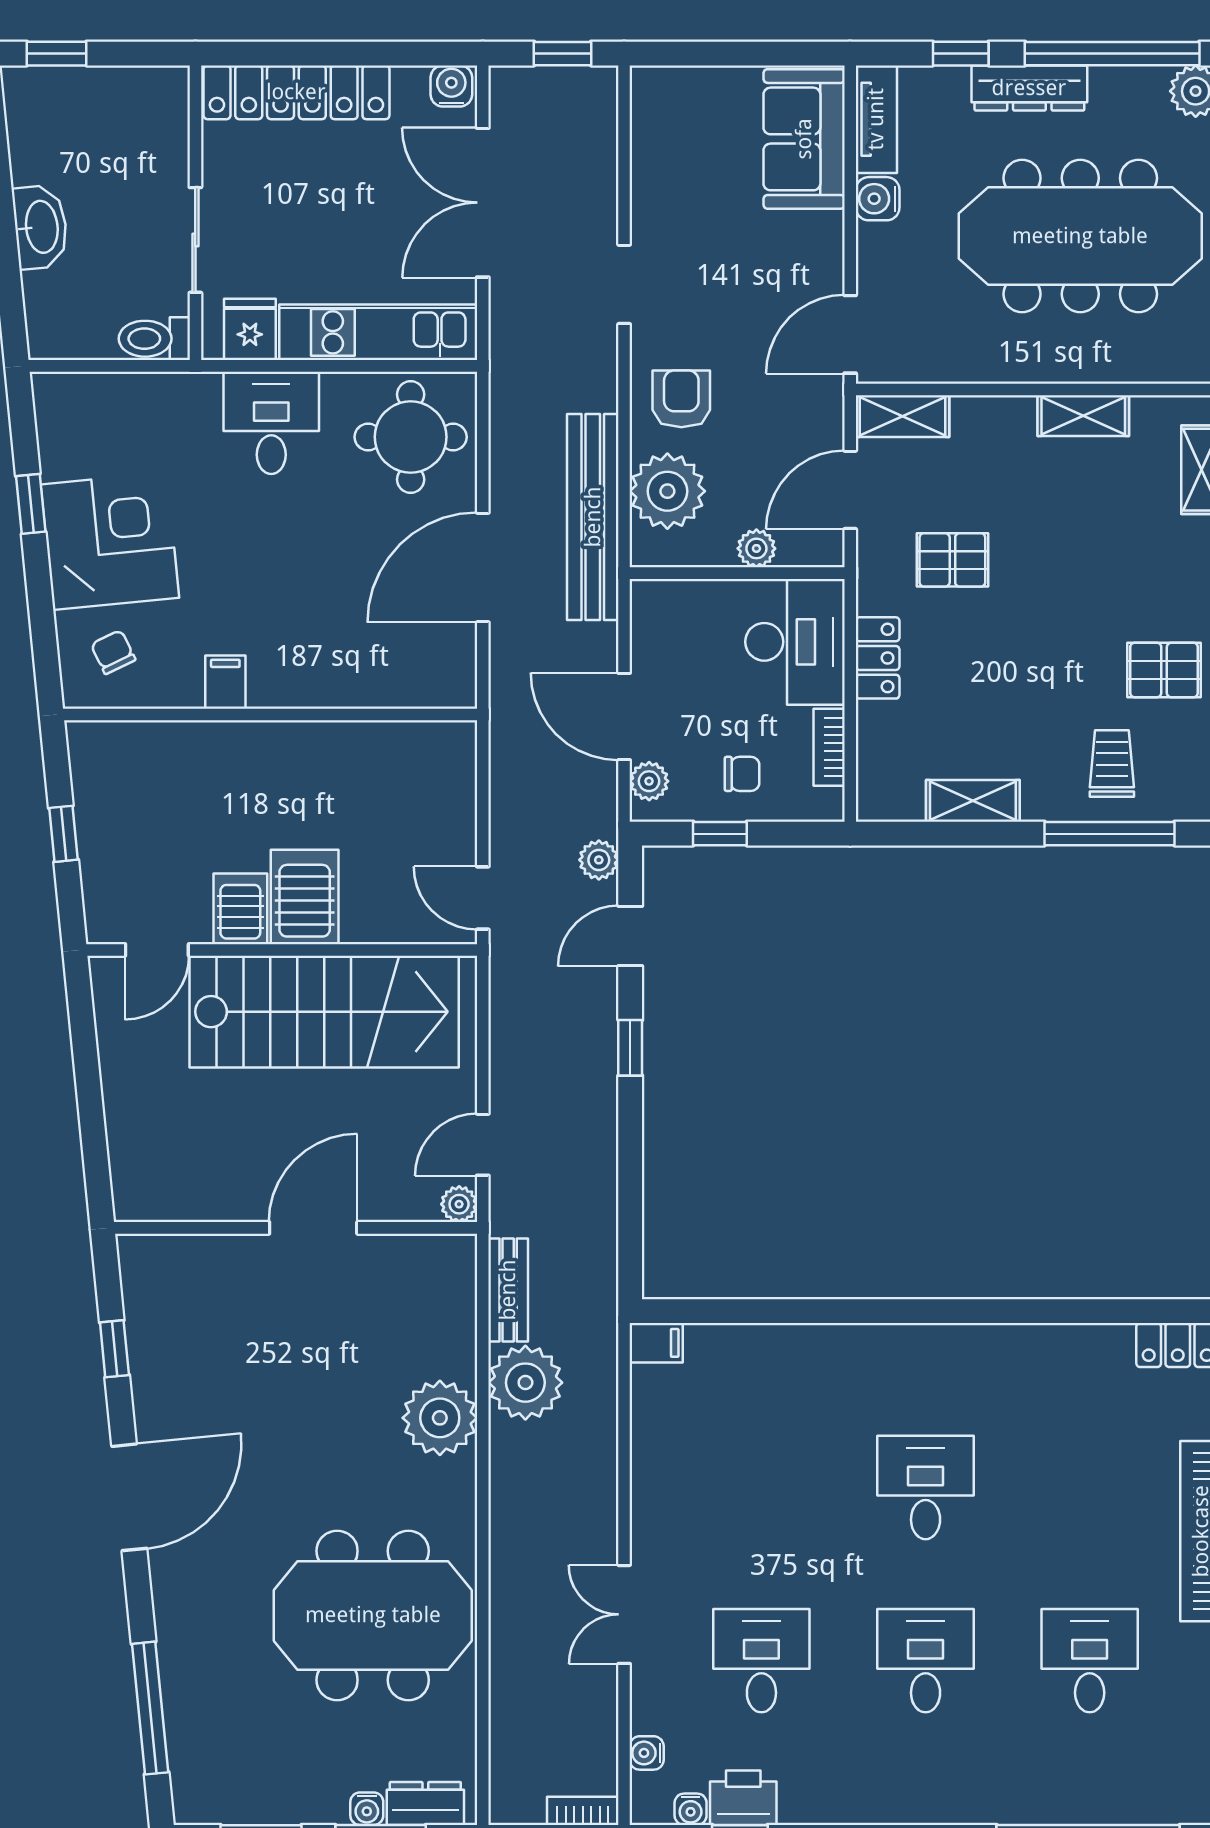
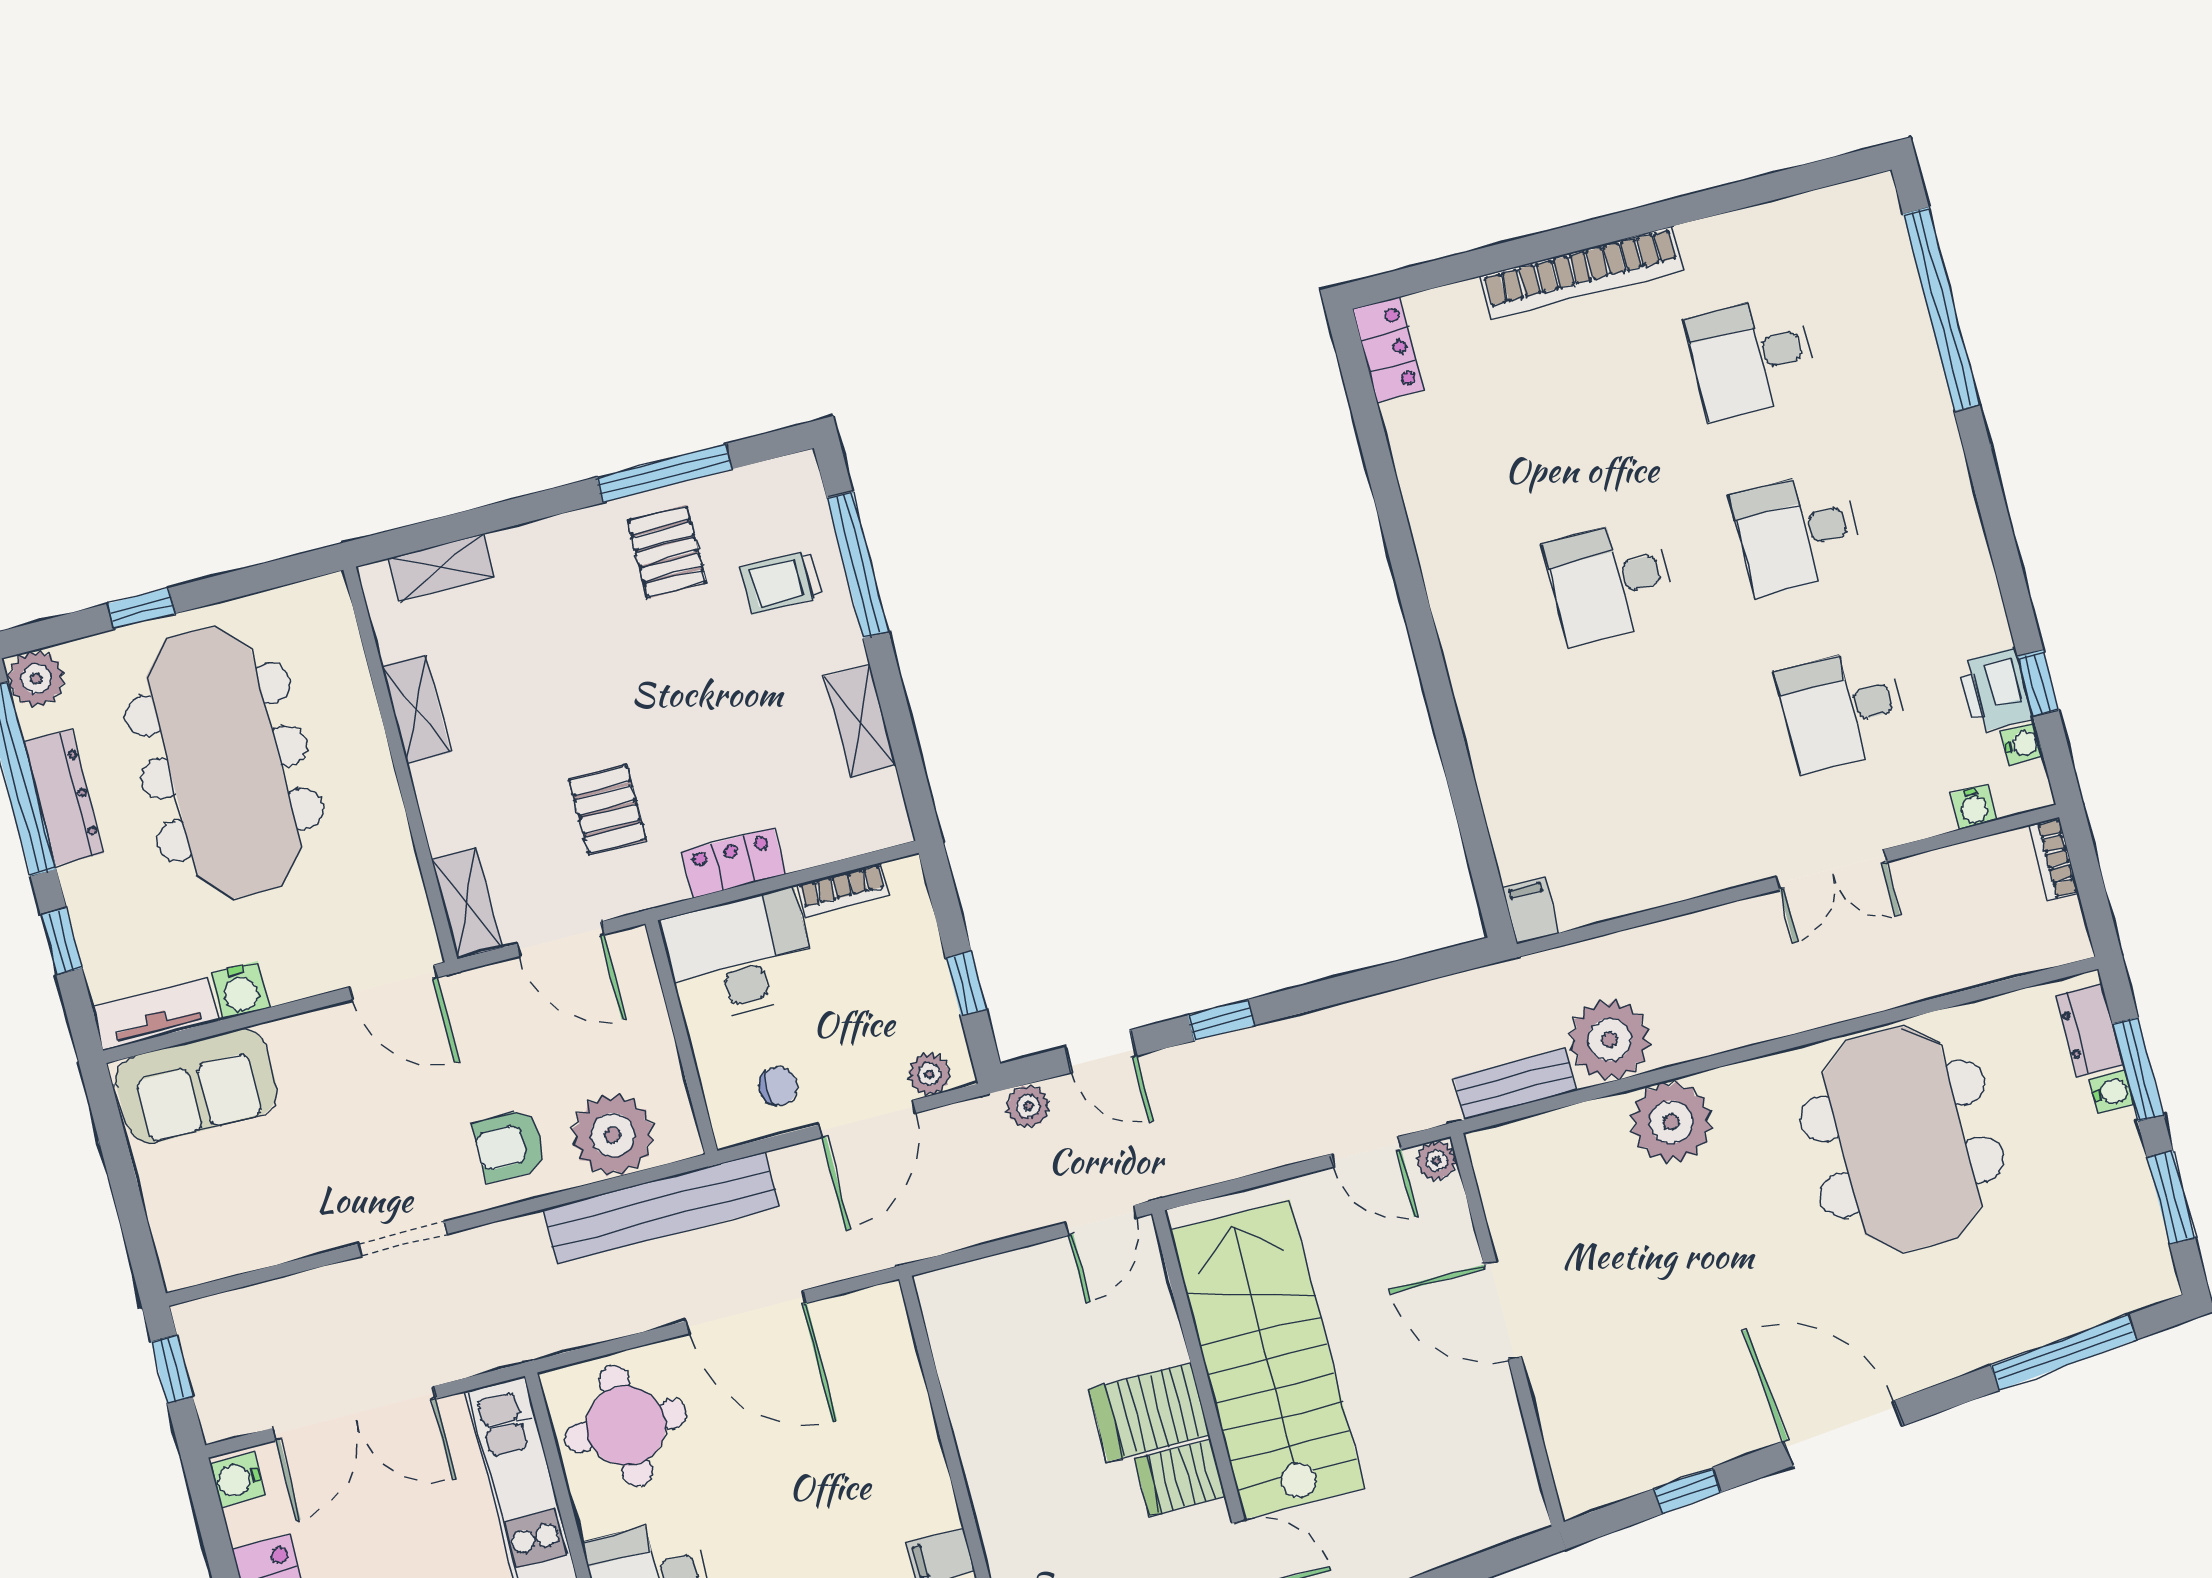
dresser: (1029, 88) -> (63, 798), moved
plant: (756, 548) -> (650, 1023), removed
chair: (742, 774) -> (778, 1086), moved, turned 90

